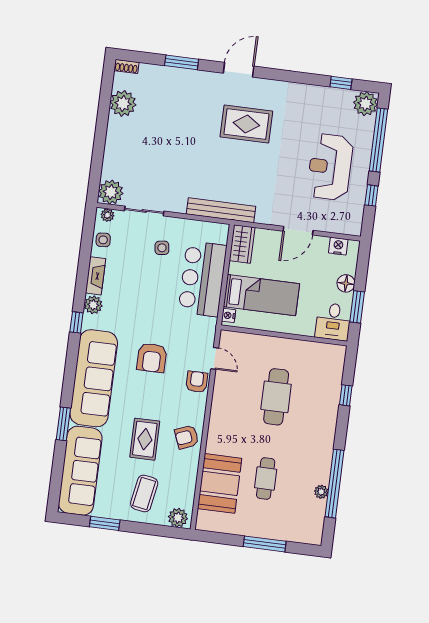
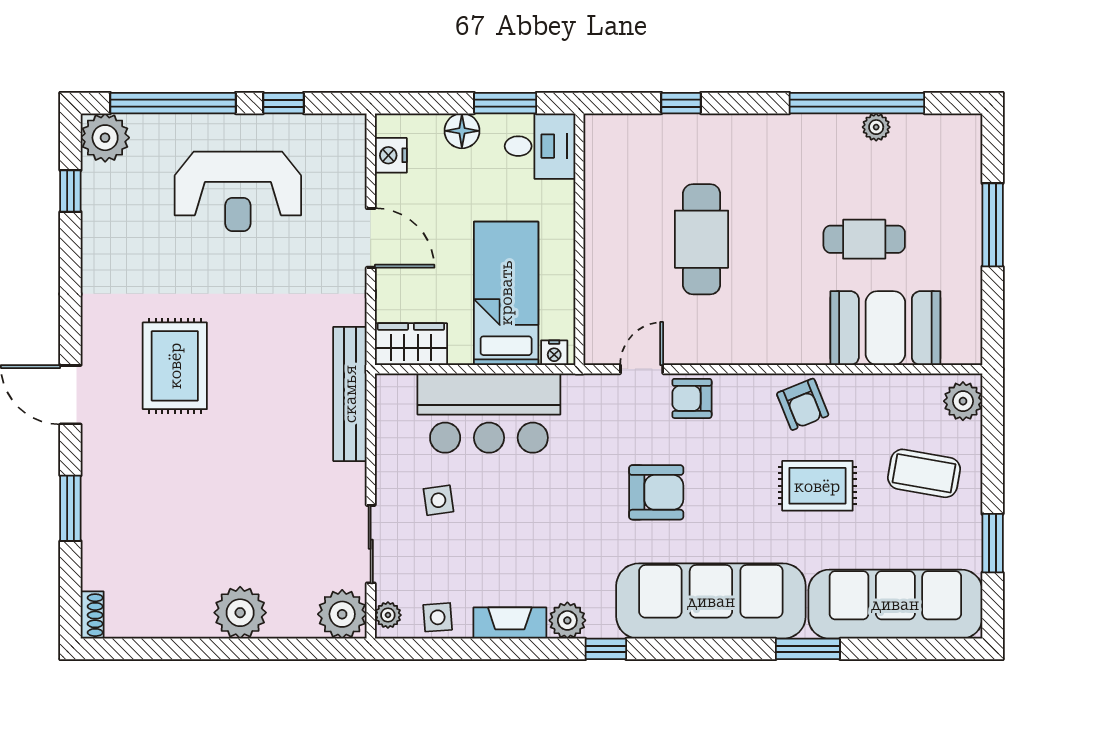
plant: (123, 103) -> (240, 613), moved
cafe table: (276, 397) -> (702, 239), turned 90

